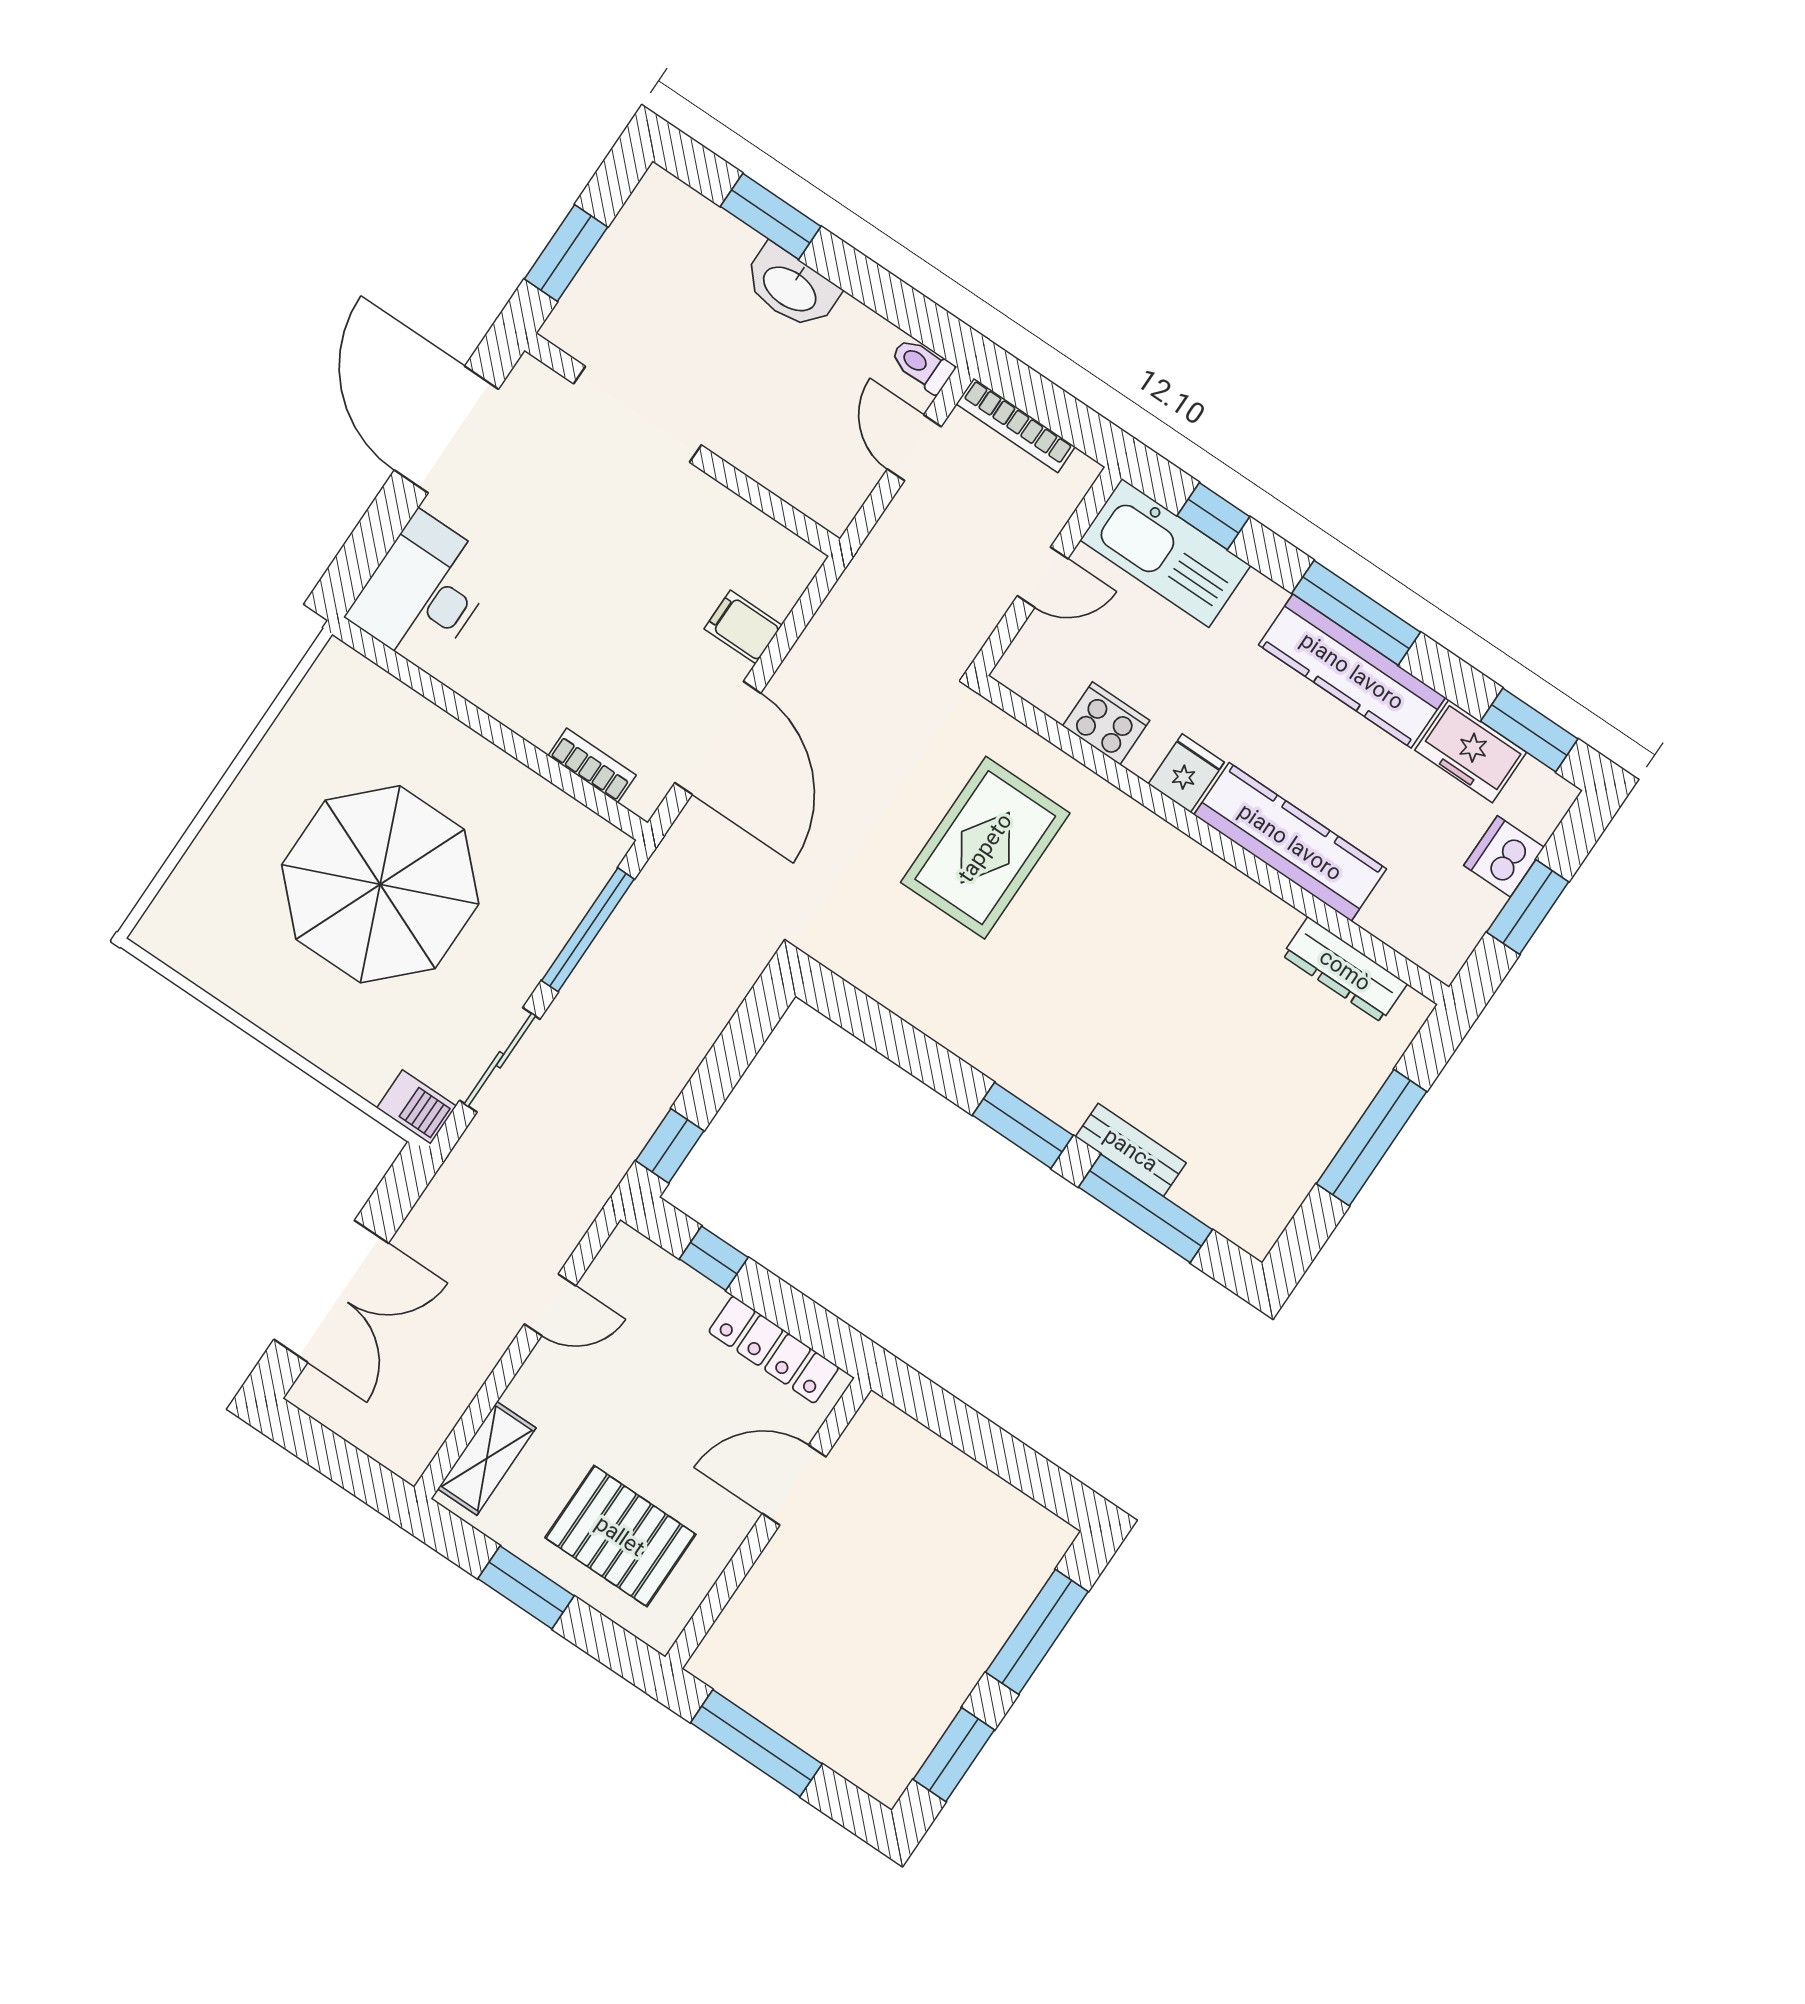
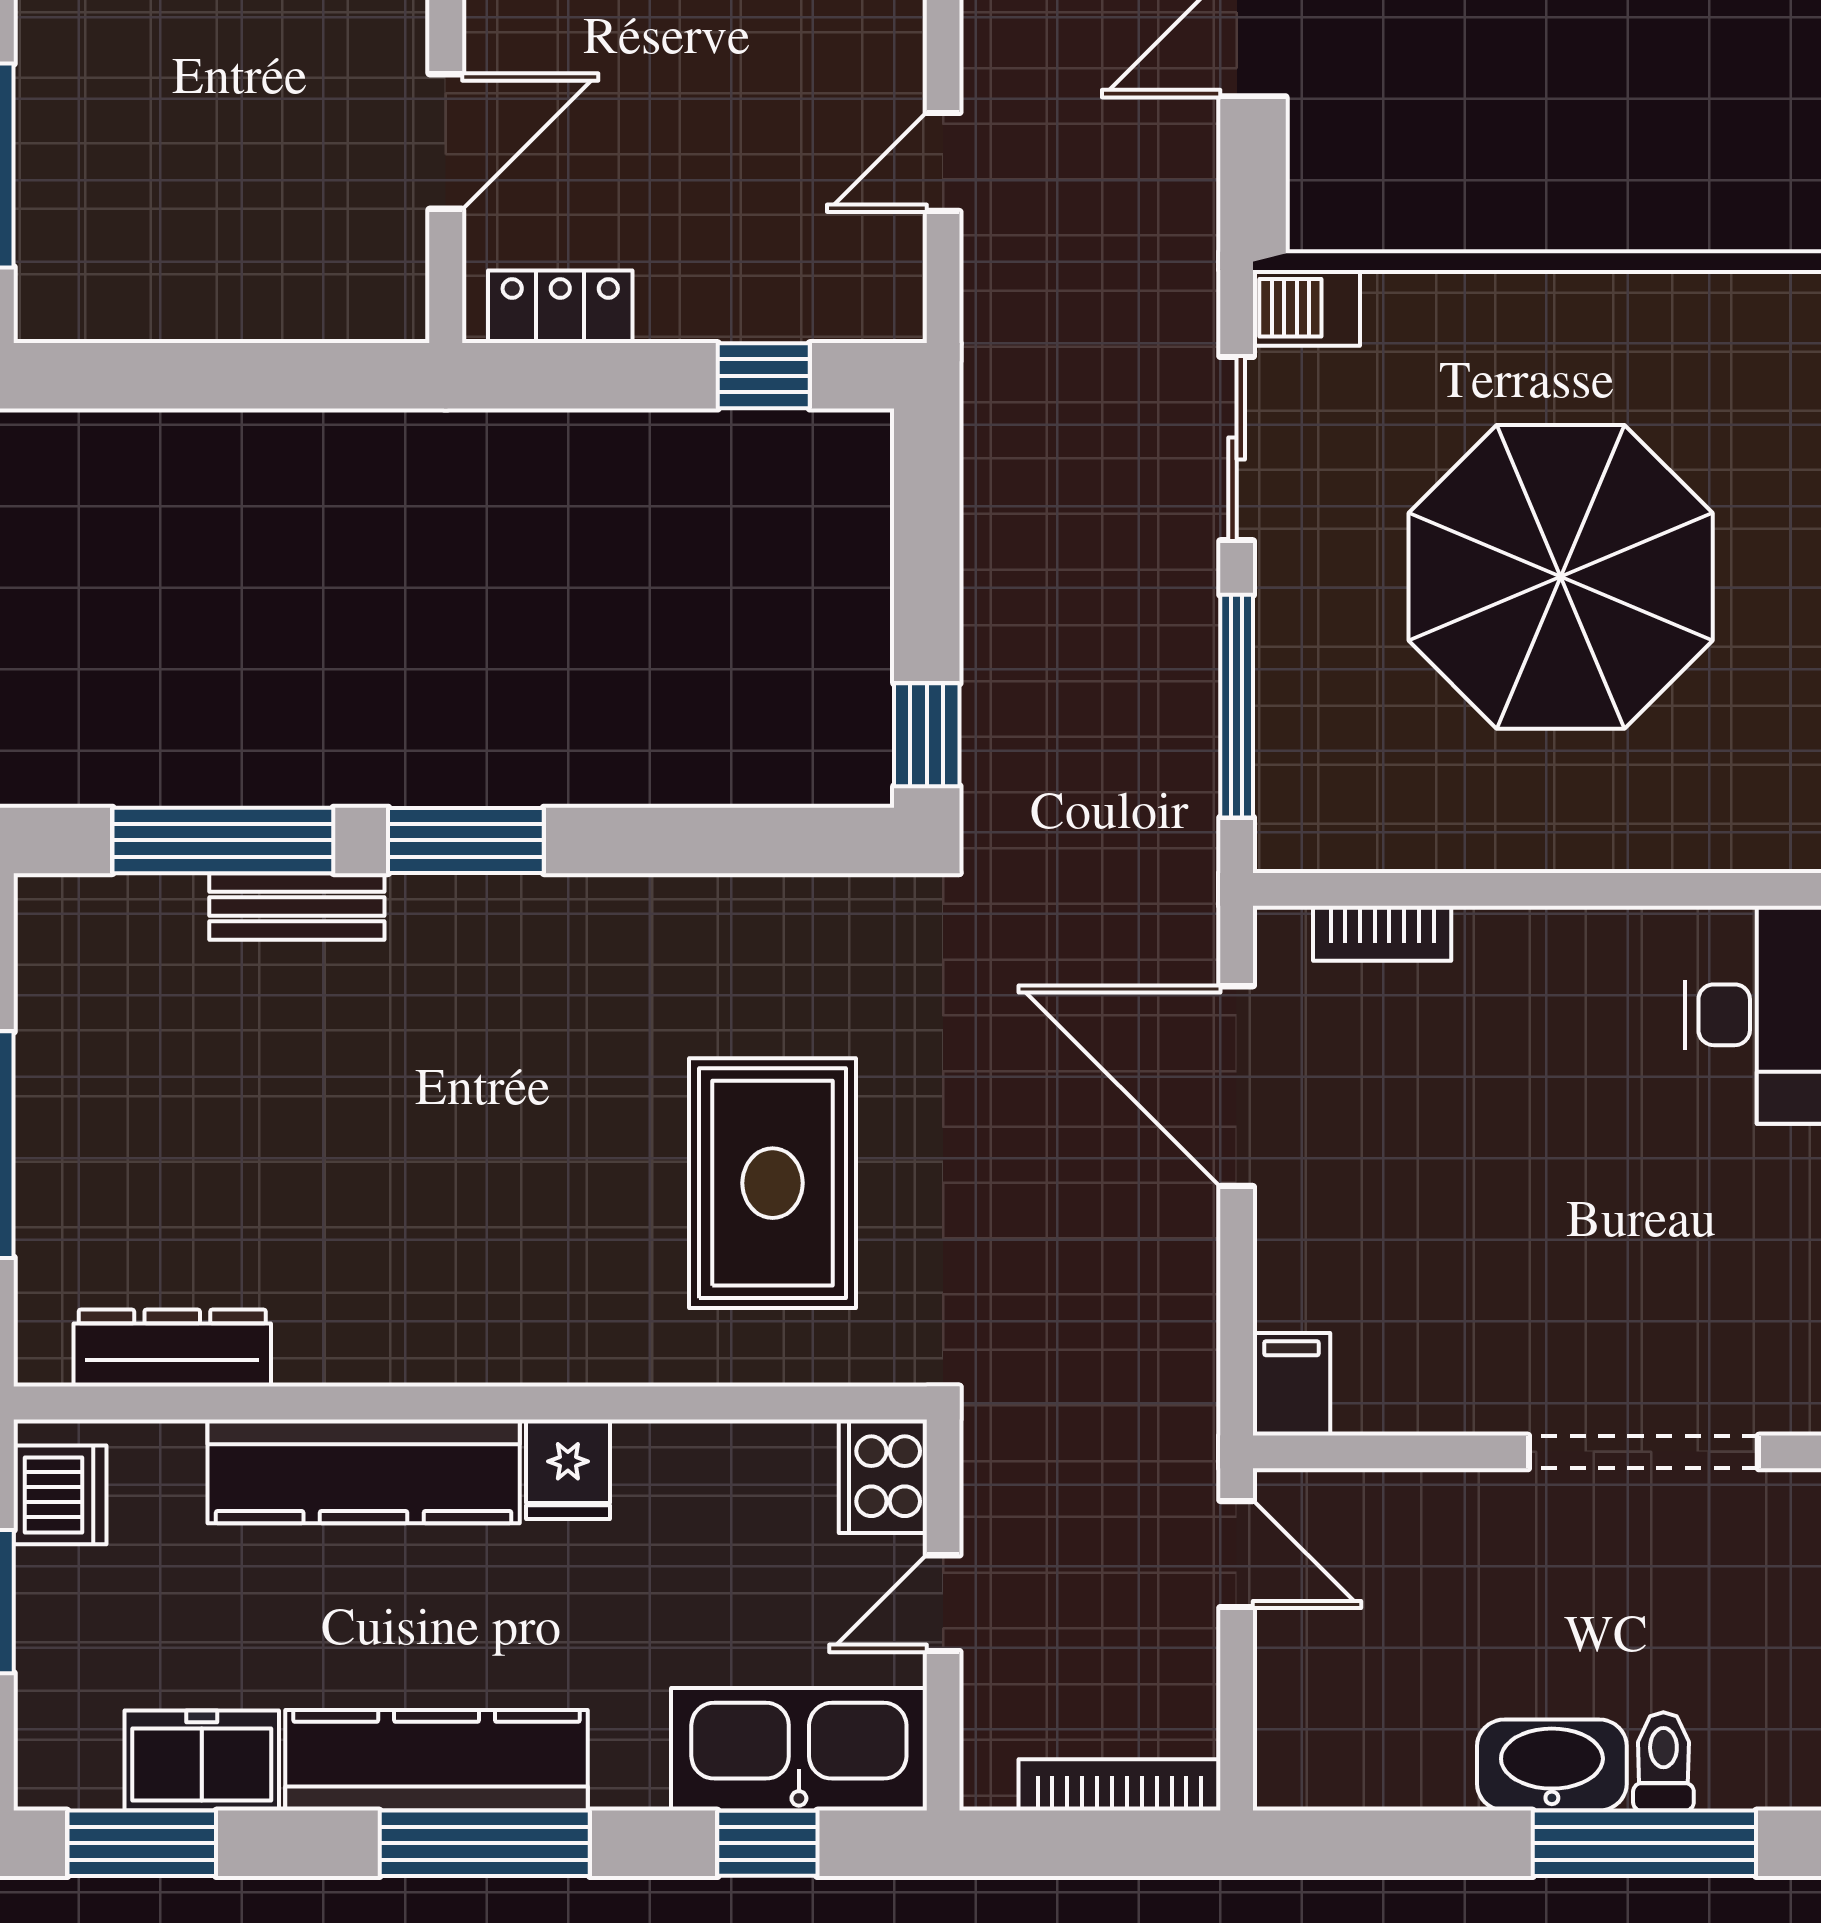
window: (771, 216) -> (1644, 1843), width x1.44
toilet: (922, 365) -> (1663, 1761), moved, turned -90
door: (914, 448) -> (1237, 1554), moved
filing cabinet: (743, 627) -> (1291, 1384), moved, turned -90
cooker: (1106, 723) -> (883, 1476), moved, turned 90
dishwasher: (1504, 856) -> (60, 1495), moved
window: (670, 1146) -> (927, 735), moved
locker: (774, 1350) -> (560, 307), width x0.66

